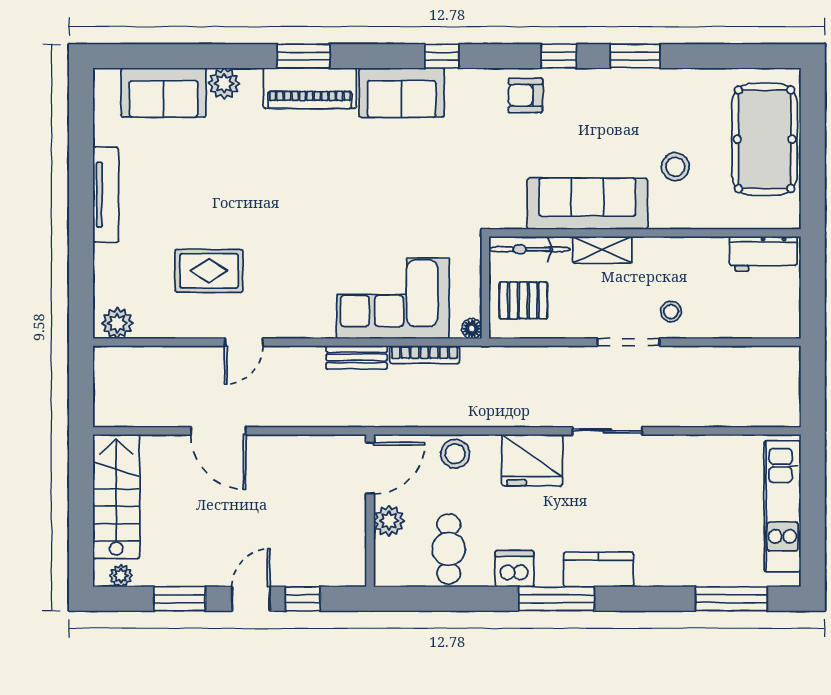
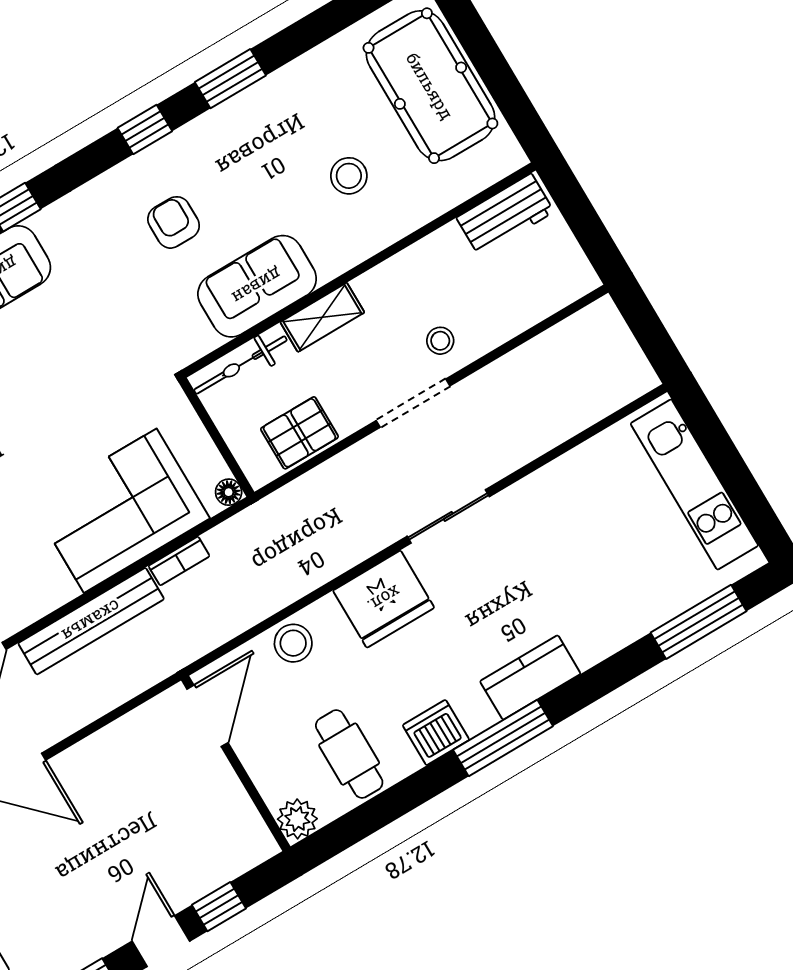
armchair: (525, 95) -> (174, 222), moved, turned 90
sofa: (587, 204) -> (257, 286), width x0.73
pallet: (523, 300) -> (300, 433), moved
bookcase: (425, 355) -> (179, 561), width x0.64
bench: (357, 357) -> (91, 621), width x1.86, depth x1.21
plant: (389, 521) -> (297, 819), moved

